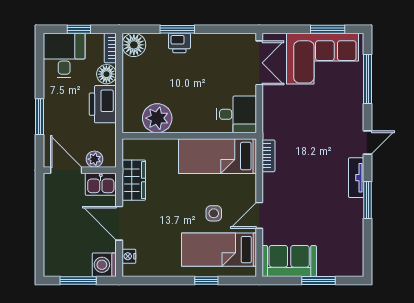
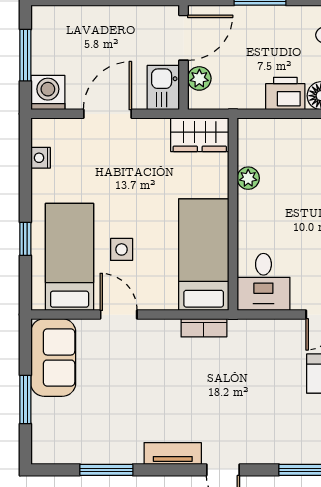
printer: (103, 104) -> (285, 93), width x0.73, depth x0.84
plant: (157, 118) -> (248, 178), width x0.53, depth x0.53
wardrobe: (134, 180) -> (200, 135), moved
window: (368, 200) -> (106, 470), moved
nightstand: (129, 256) -> (41, 158), moved, turned -90

